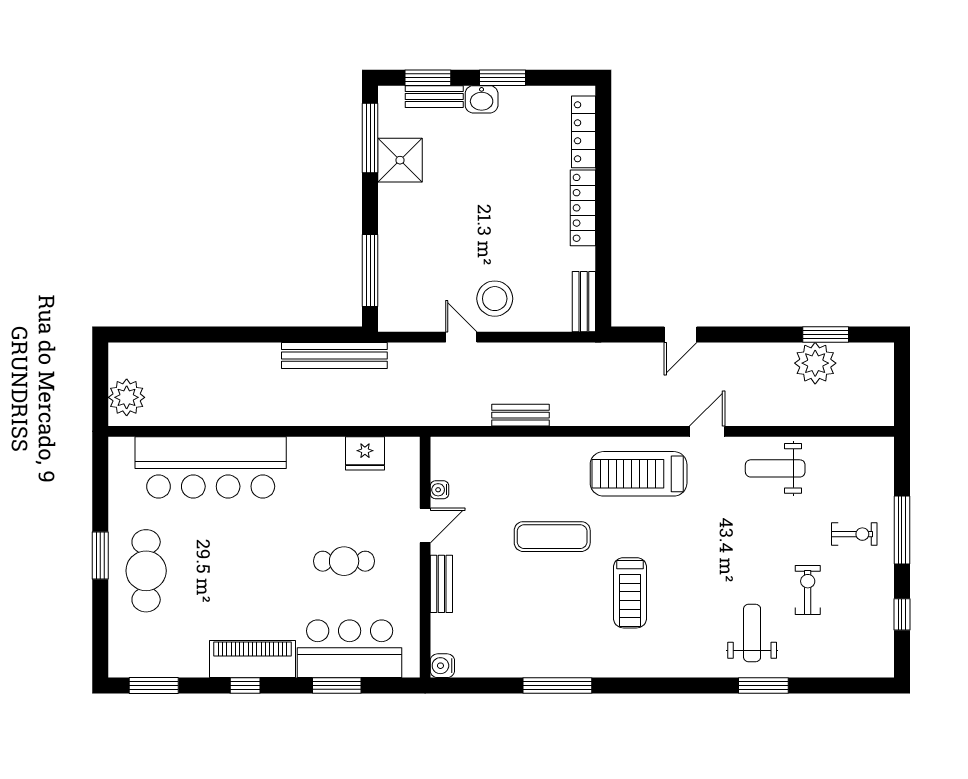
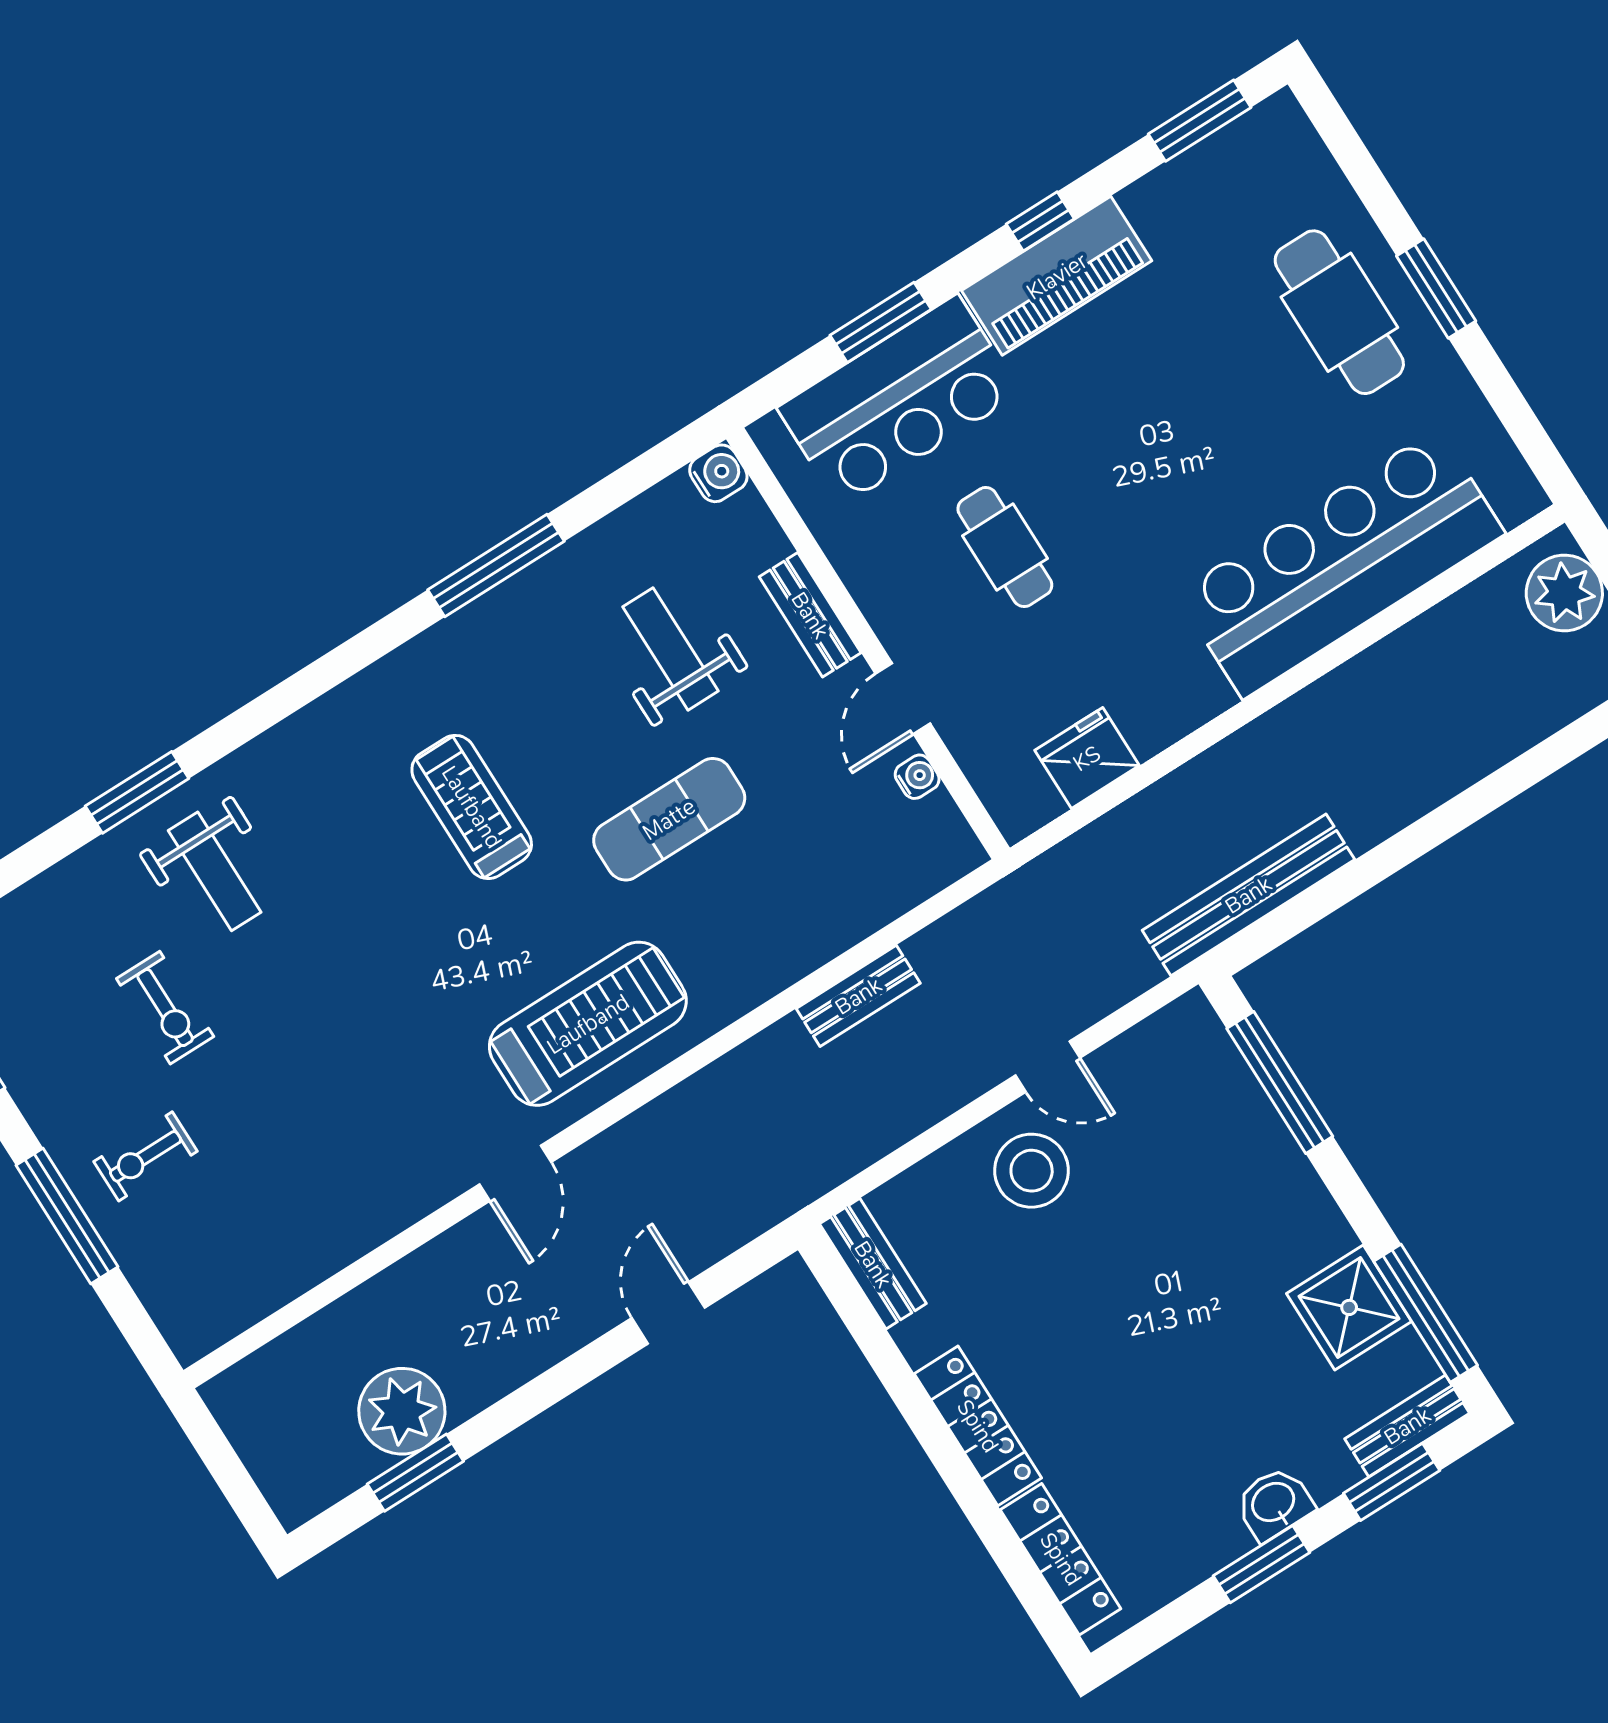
bench: (434, 97) -> (1407, 1426), moved
weight bench: (775, 468) -> (671, 649), moved, turned -90
cafe table: (344, 561) -> (1005, 547), turned 90

